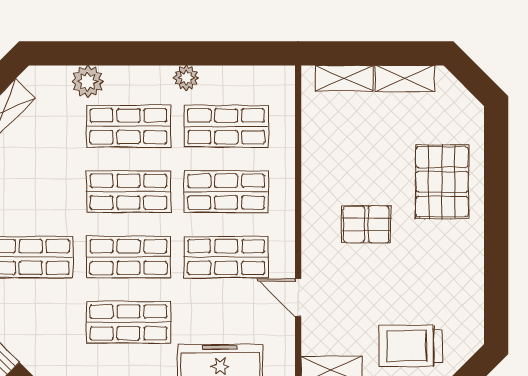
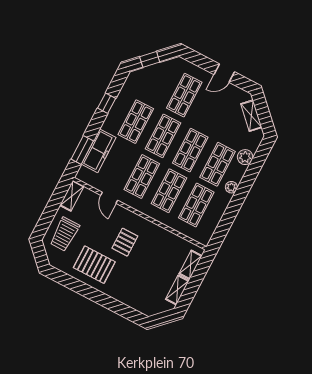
plant: (186, 78) -> (231, 187), moved
pallet: (442, 182) -> (94, 265), moved
door: (298, 298) -> (109, 198), swing flipped
trolley: (411, 346) -> (65, 234), turned 180

